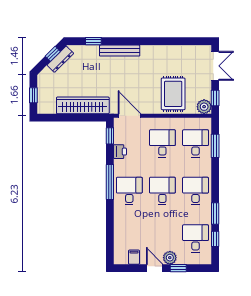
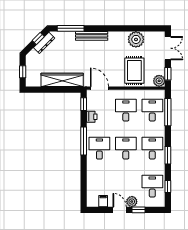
window: (93, 41) -> (71, 28), width x2.17
plant: (175, 55) -> (136, 39), added
window: (215, 146) -> (168, 112), width x1.44
window: (215, 214) -> (168, 155), moved

